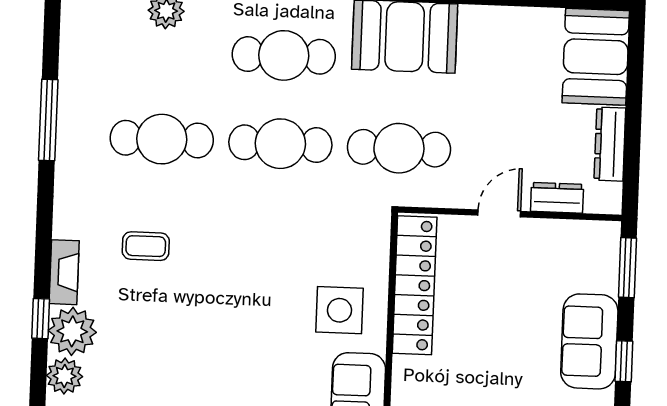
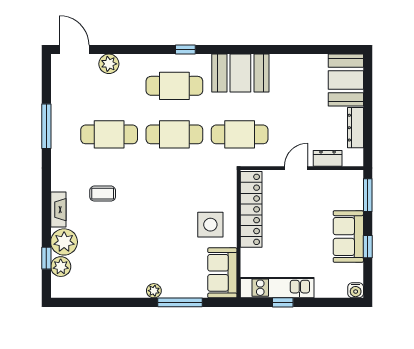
window: (41, 319) -> (46, 258), moved

